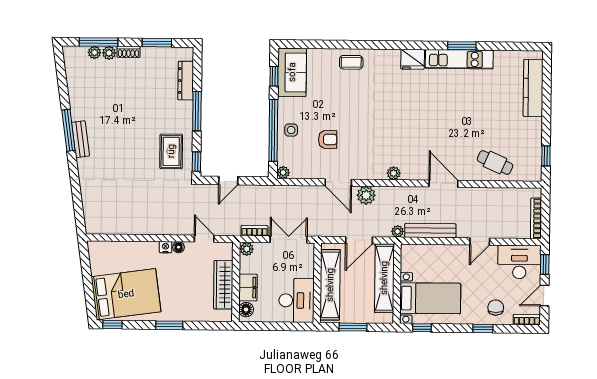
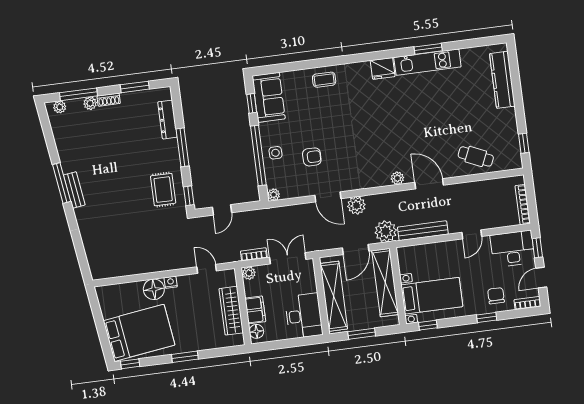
plant: (94, 52) -> (60, 107), moved
plant: (394, 173) -> (397, 178), moved
plant: (398, 231) -> (386, 231), width x1.87, depth x1.87
floor lamp: (179, 247) -> (154, 289), moved, width x1.89, depth x1.89

